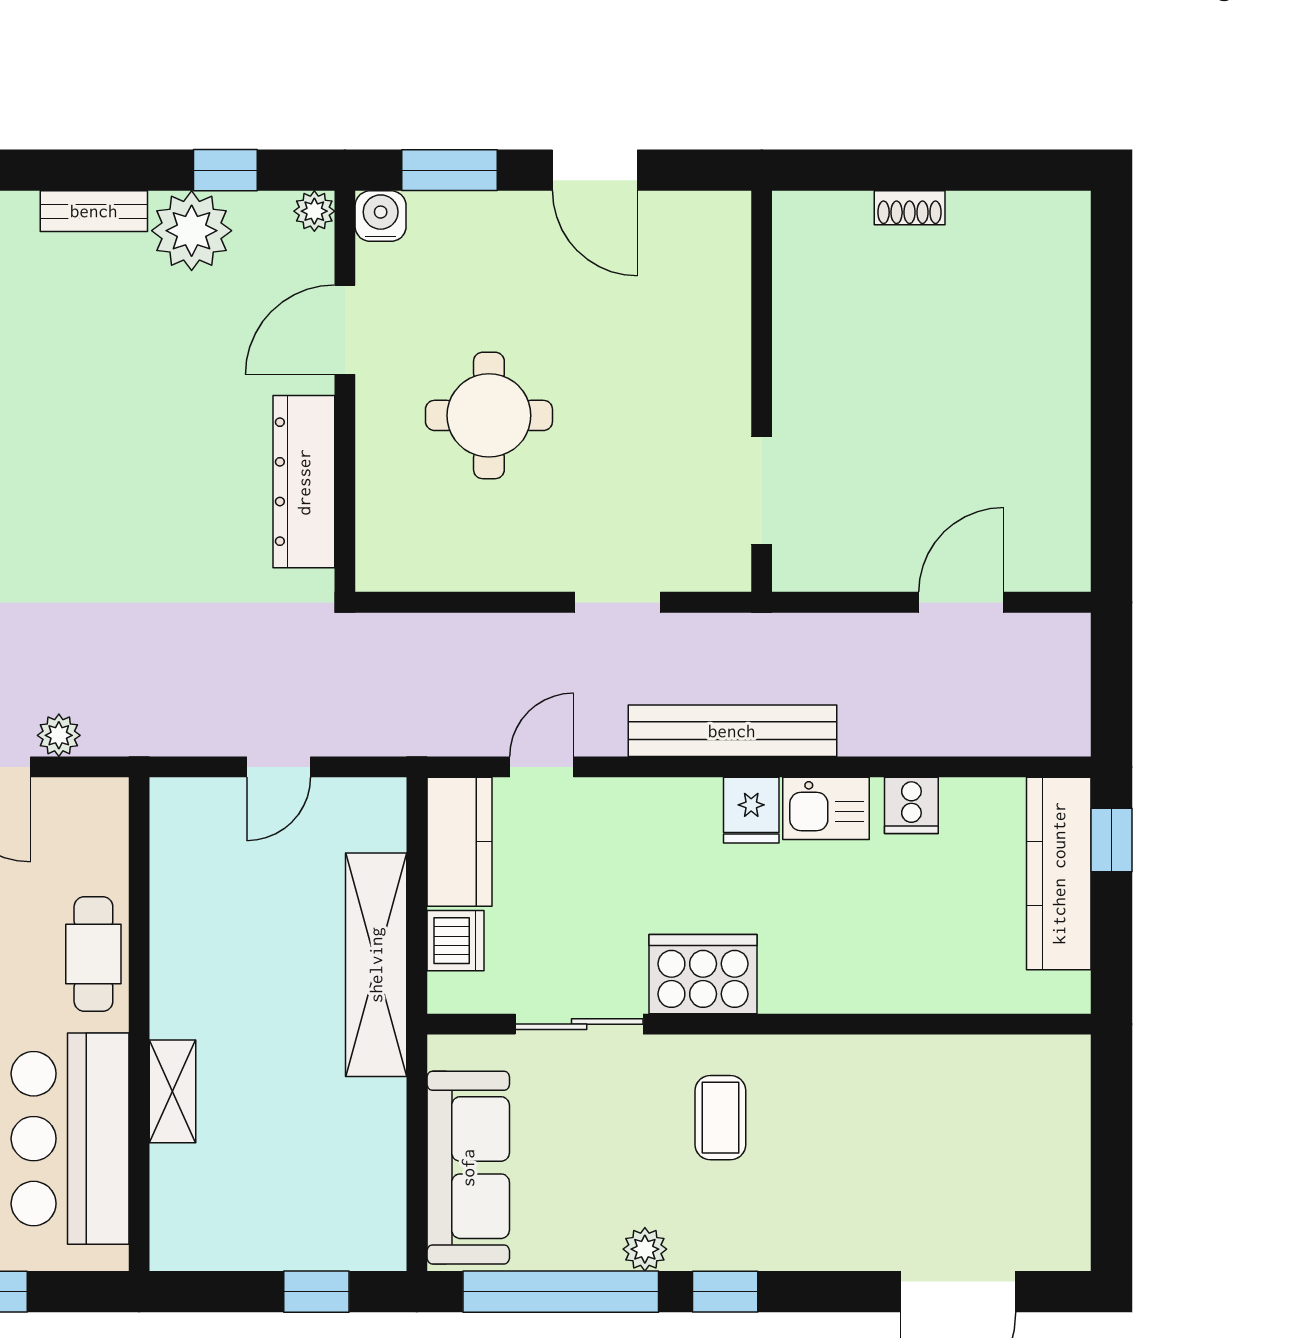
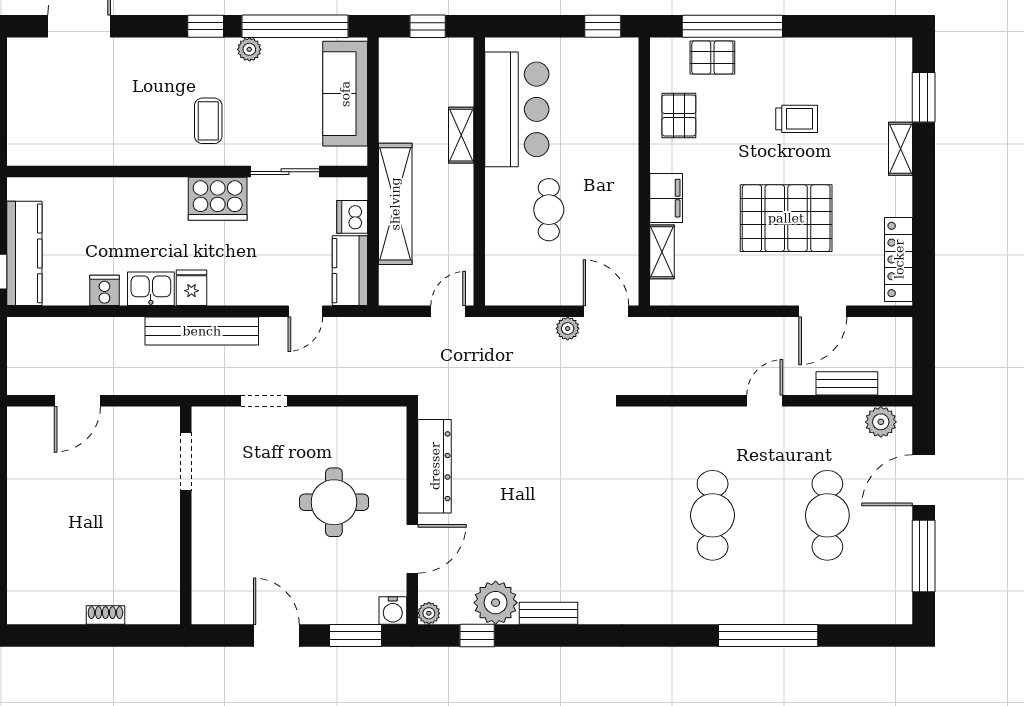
wall: (139, 1024) -> (479, 172), moved
shelving: (173, 1091) -> (461, 135), moved
bar counter: (70, 1139) -> (517, 109), moved

